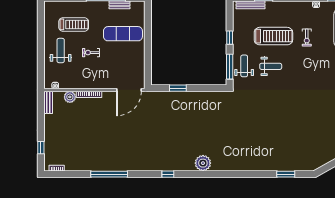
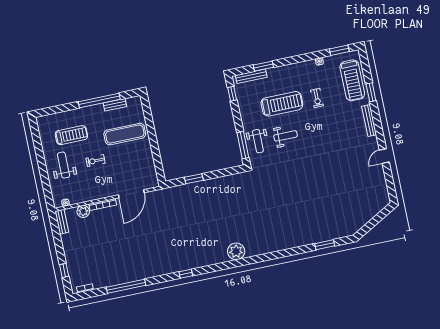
window: (230, 38) -> (232, 94), moved
weight bench: (244, 66) -> (258, 141), turned 180
door: (129, 90) -> (131, 194), moved
window: (109, 174) -> (126, 286), moved
window: (168, 174) -> (186, 274), moved

